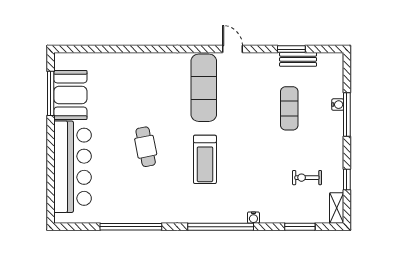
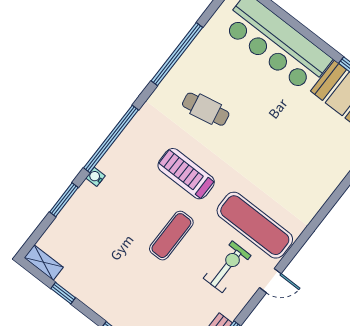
exercise mat: (289, 108) -> (171, 236), moved, turned 90
cafe table: (146, 147) -> (206, 109), moved
exercise bike: (307, 178) -> (227, 267), moved, width x1.38, depth x1.39
window: (300, 227) -> (64, 200), moved

